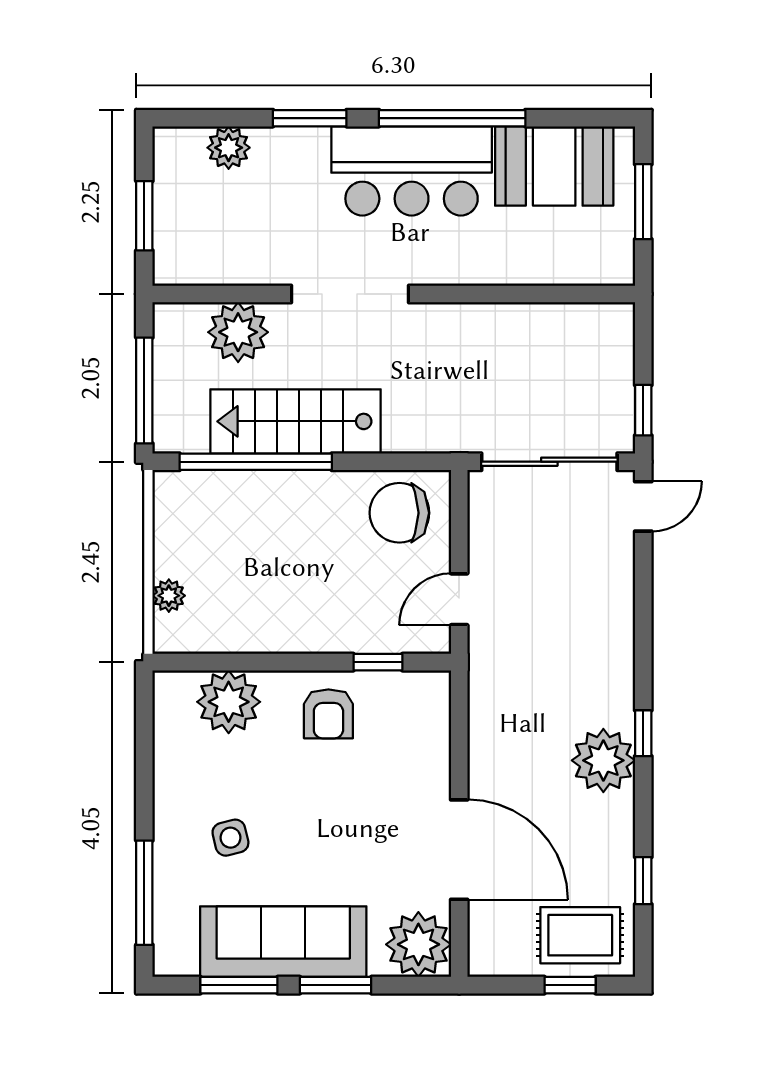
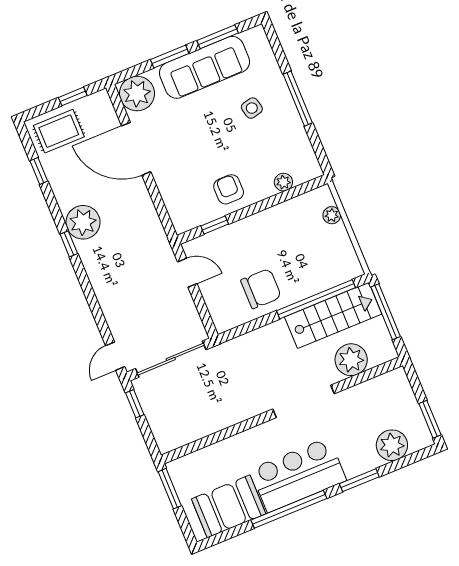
plant: (229, 148) -> (392, 445), width x1.36, depth x1.36
window: (643, 202) -> (170, 489), moved
window: (144, 216) -> (430, 419), moved
stairs: (296, 421) -> (333, 315), moved
chair: (399, 513) -> (261, 289), moved
door: (459, 599) -> (187, 273), hinge flipped
plant: (229, 702) -> (283, 182), width x0.53, depth x0.53
window: (144, 893) -> (298, 99), moved
window: (570, 985) -> (73, 96), moved

